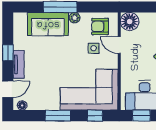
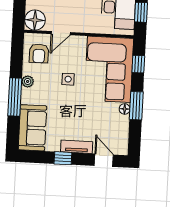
sofa: (48, 24) -> (32, 128), moved
side table: (94, 48) -> (68, 79), moved
floor lamp: (22, 105) -> (125, 109), moved

